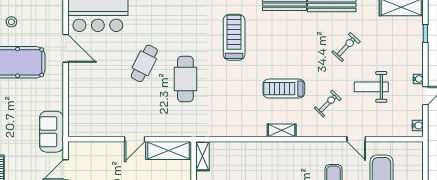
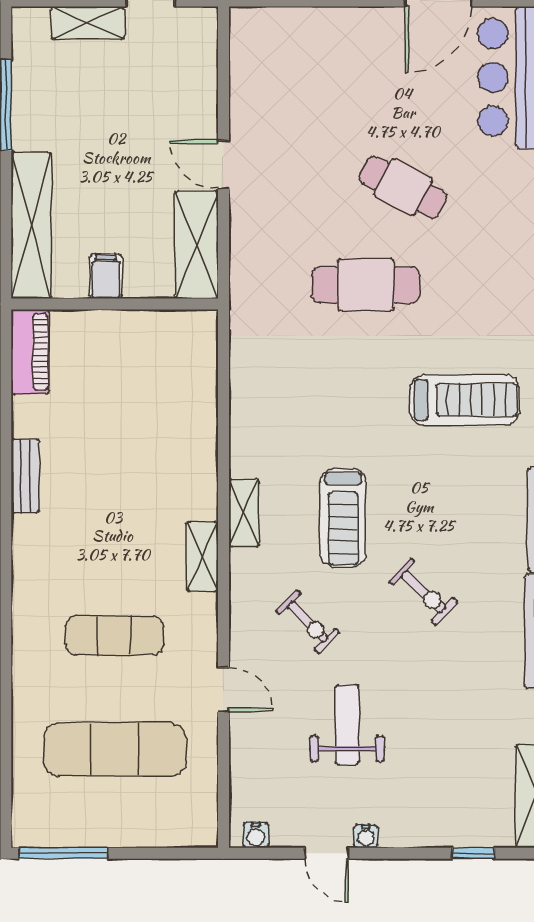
exercise bike: (346, 47) -> (423, 592), moved
treadmill: (284, 89) -> (343, 518), turned 180
door: (356, 139) -> (223, 689), swing flipped
shelving: (202, 156) -> (202, 556), moved, turned 90

